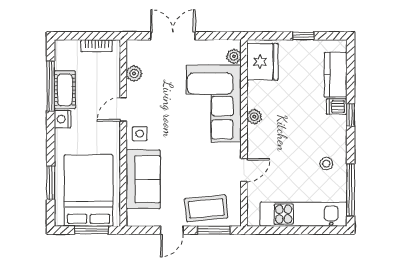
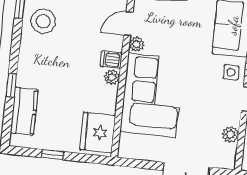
plant: (234, 56) -> (137, 44), moved
dishwasher: (337, 107) -> (111, 60), moved, turned 180
window: (351, 115) -> (11, 85), moved
stool: (326, 164) -> (43, 21), width x1.89, depth x1.89

